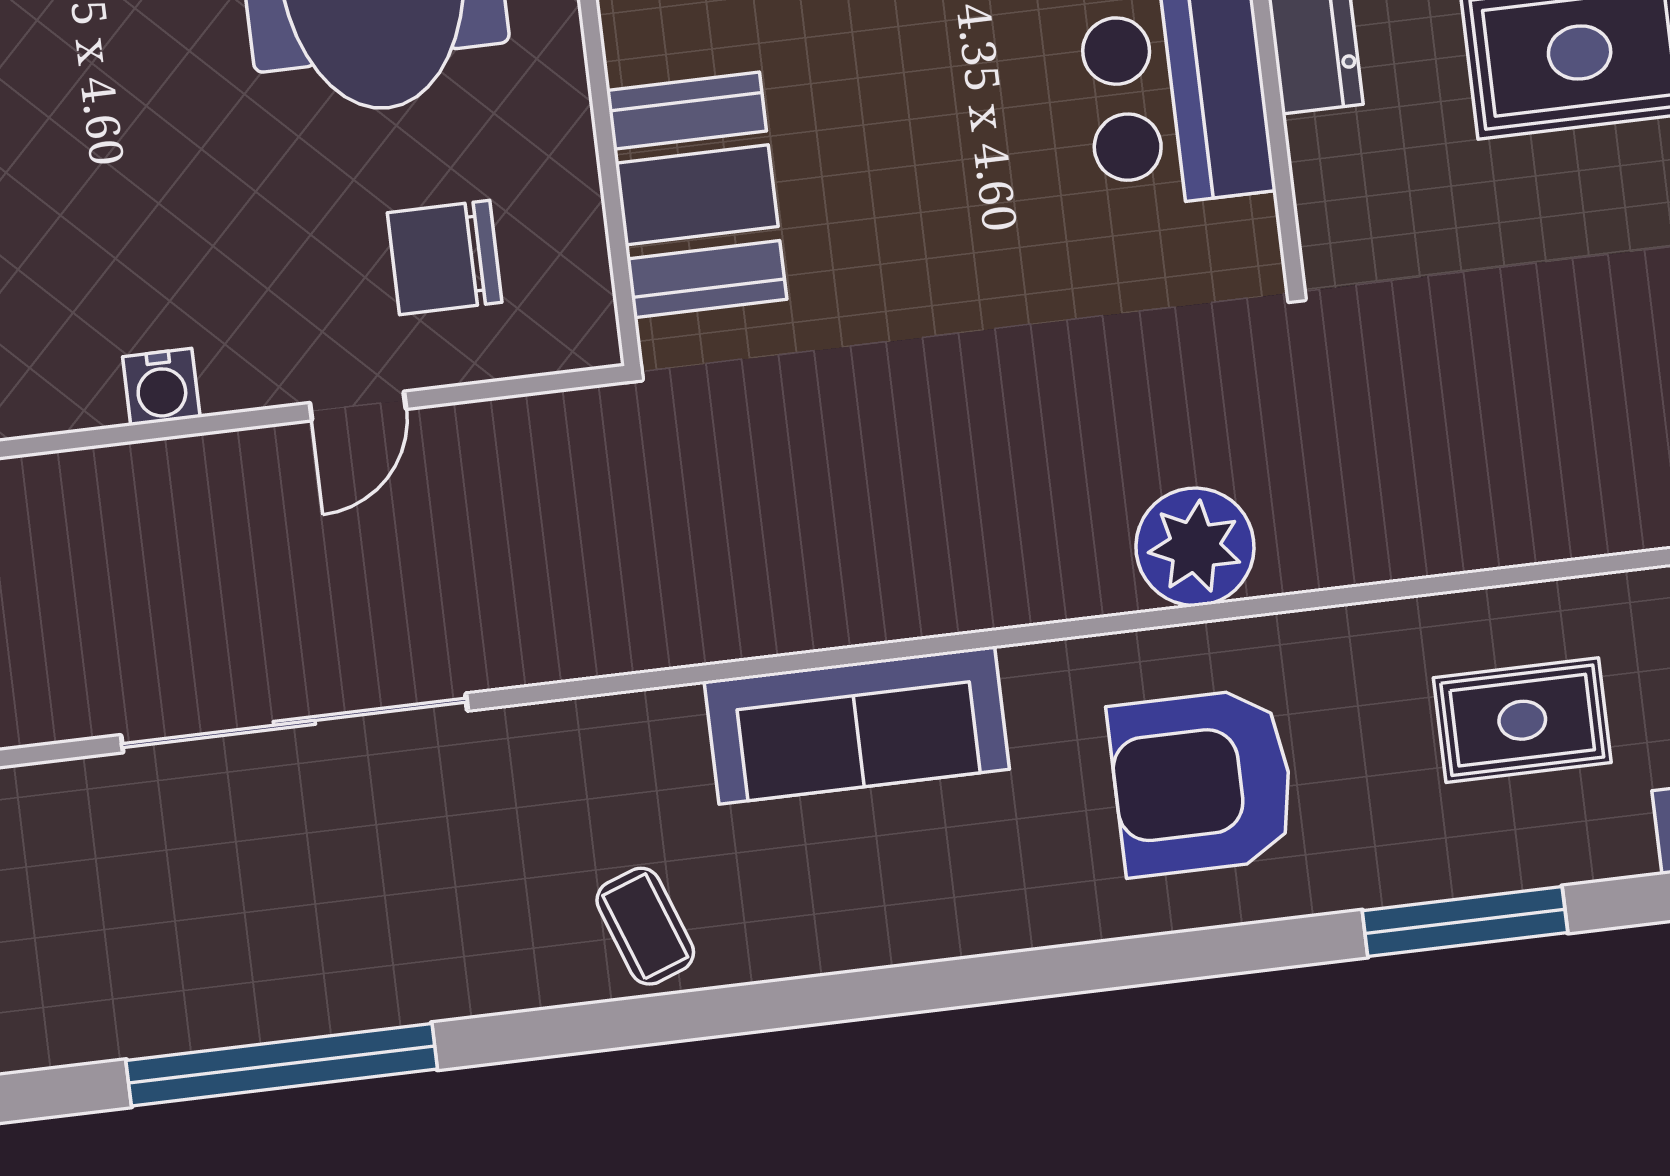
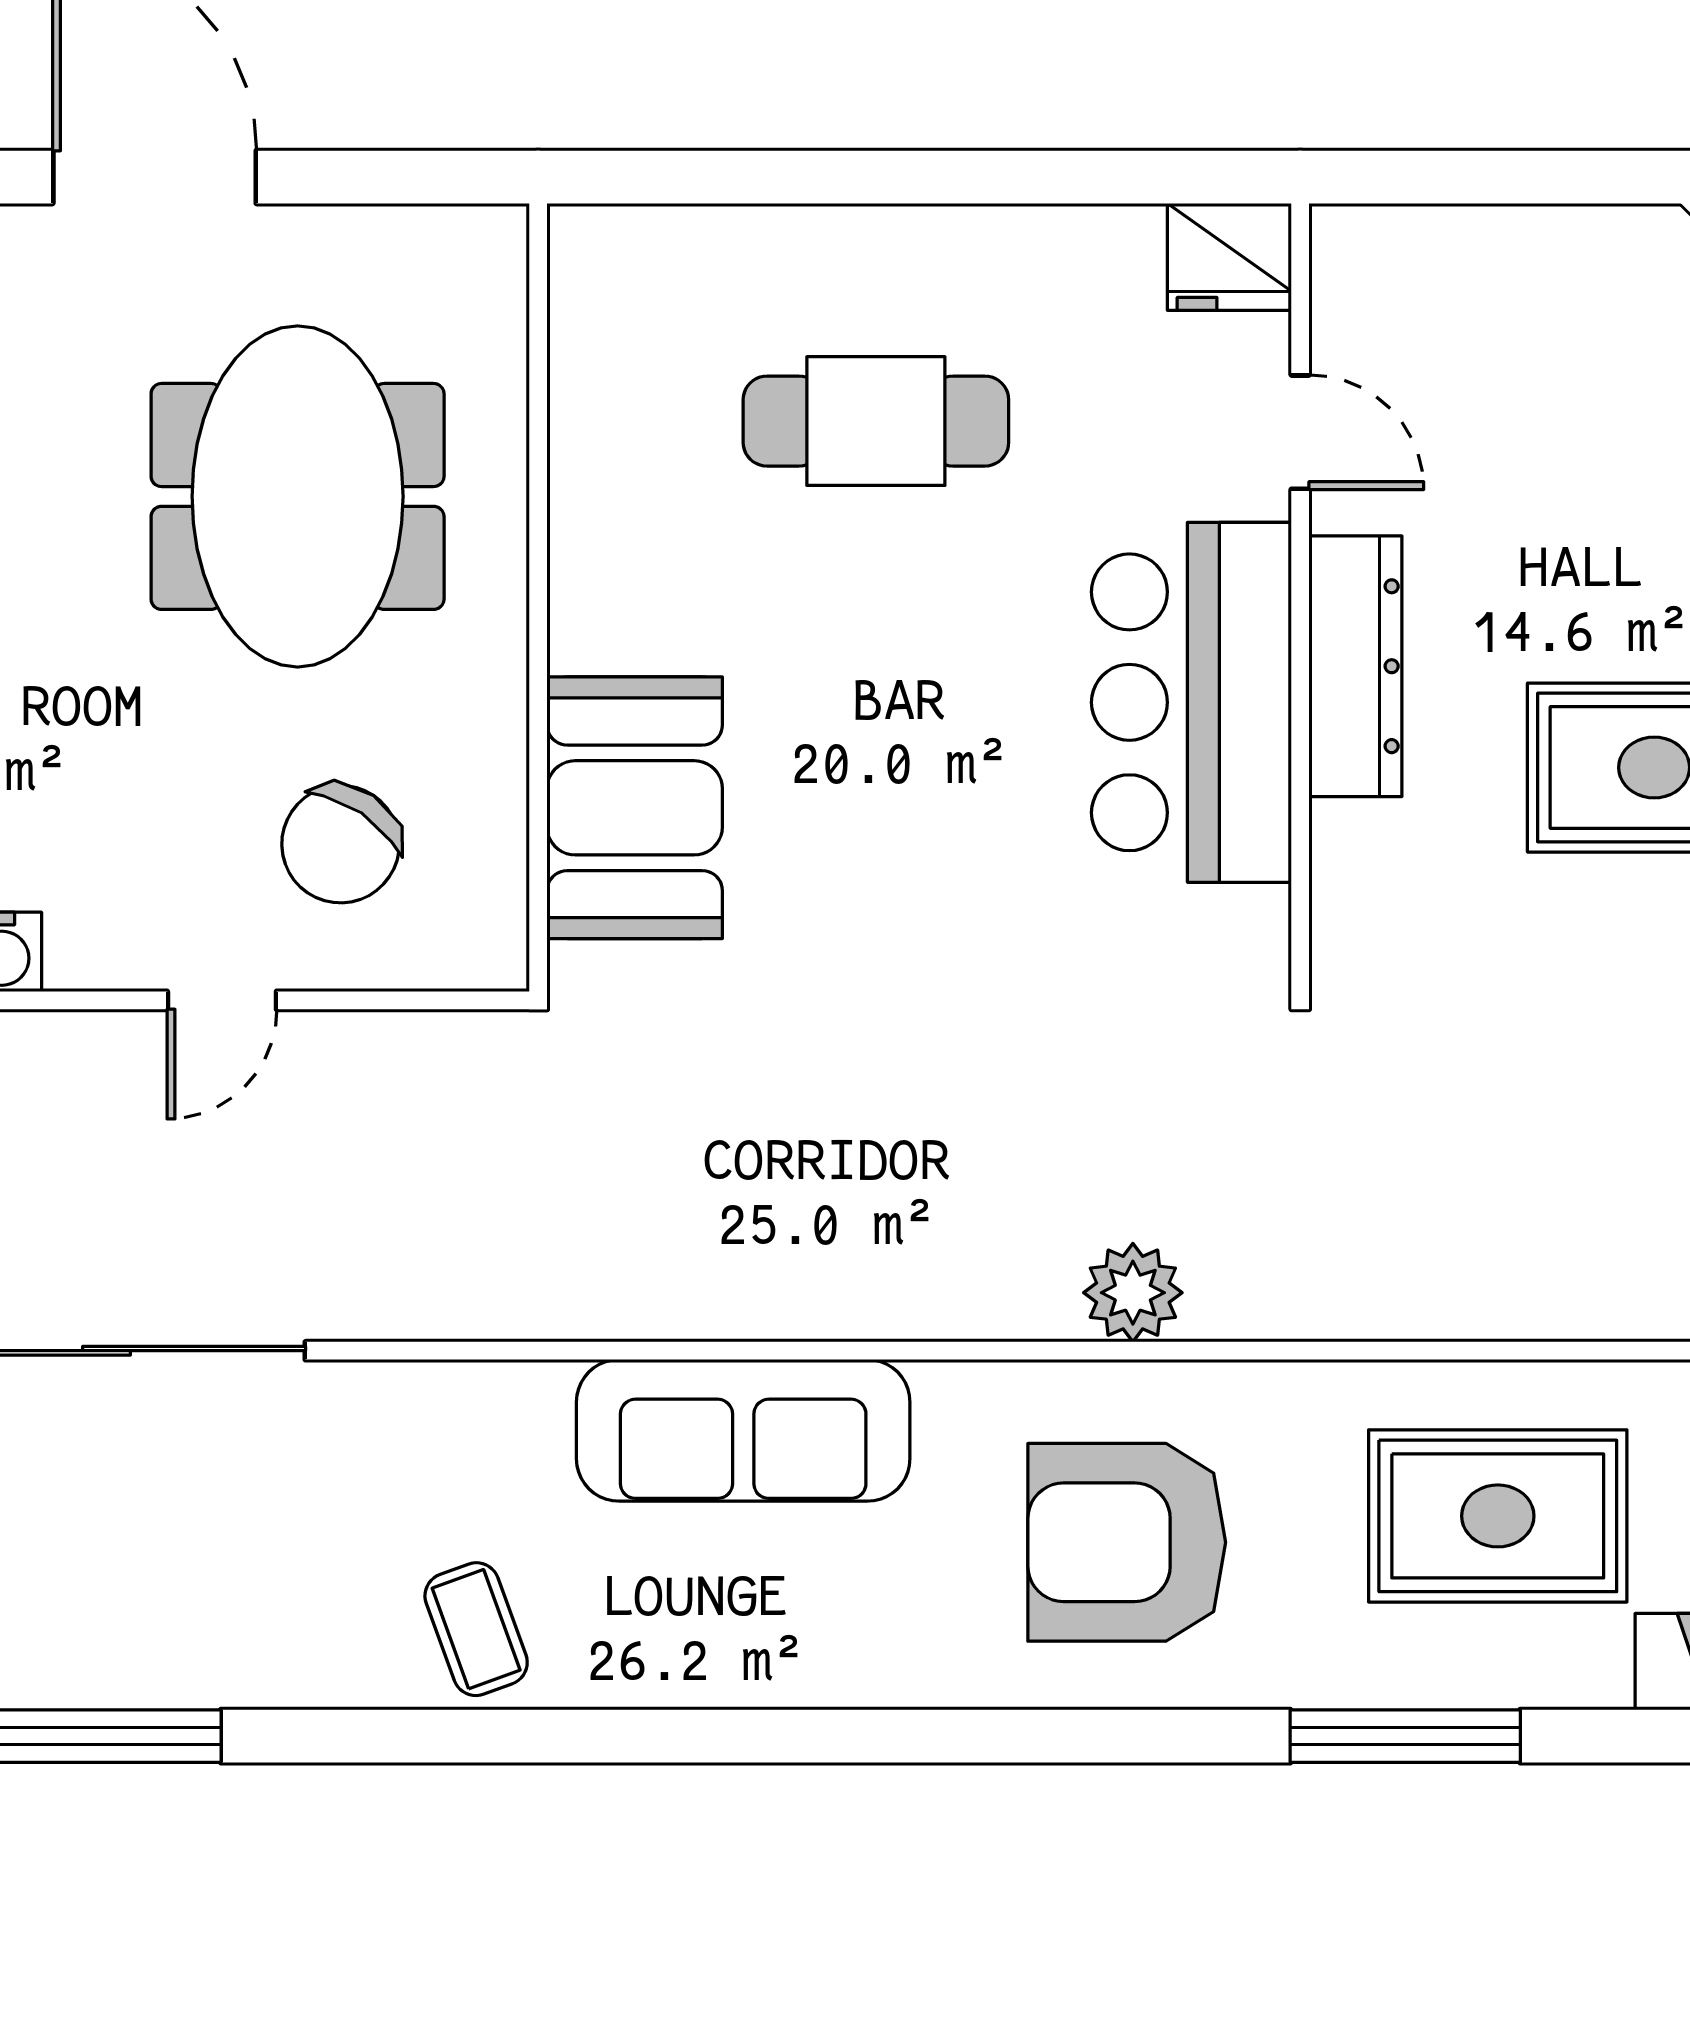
chair: (445, 257) -> (341, 844), turned -56
plant: (1195, 547) -> (1133, 1293), width x0.73, depth x0.73
rug: (1522, 720) -> (1498, 1516), width x1.36, depth x1.43

